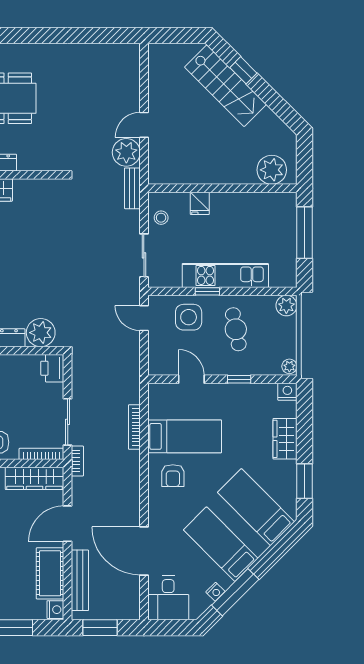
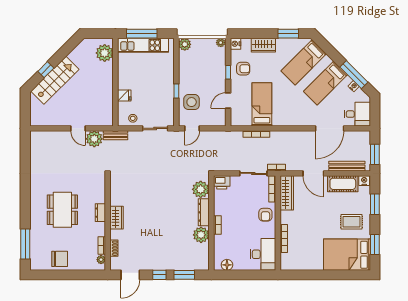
kitchen unit: (225, 275) -> (143, 45), moved, turned -90
cafe table: (236, 329) -> (199, 74), removed
armchair: (173, 476) -> (243, 69), moved

